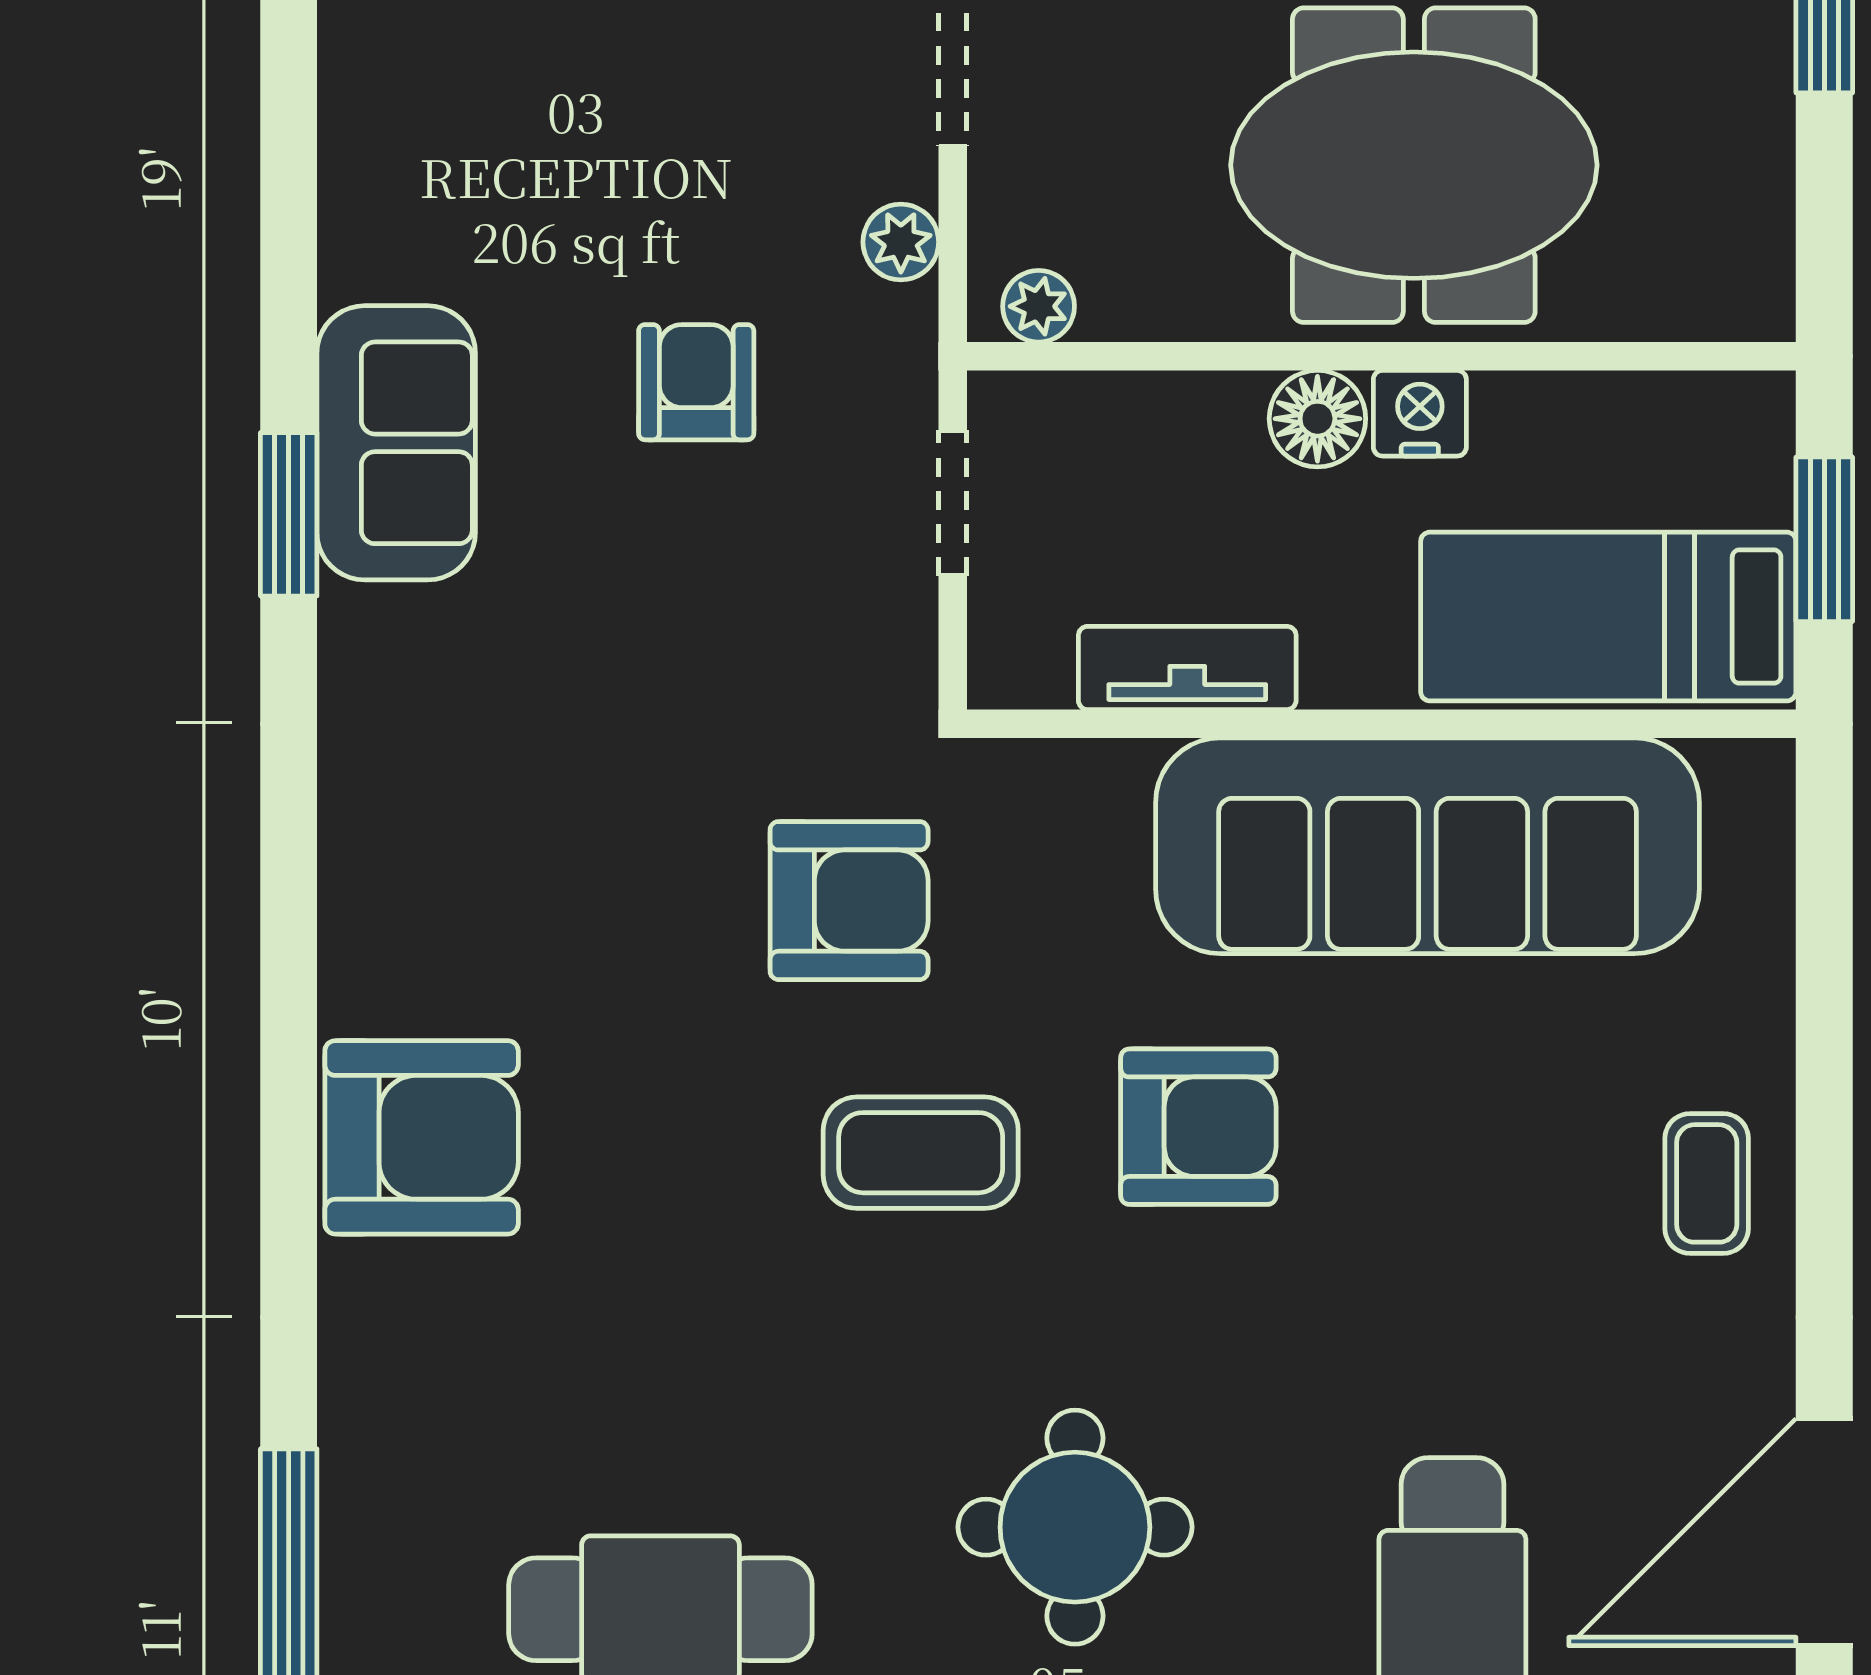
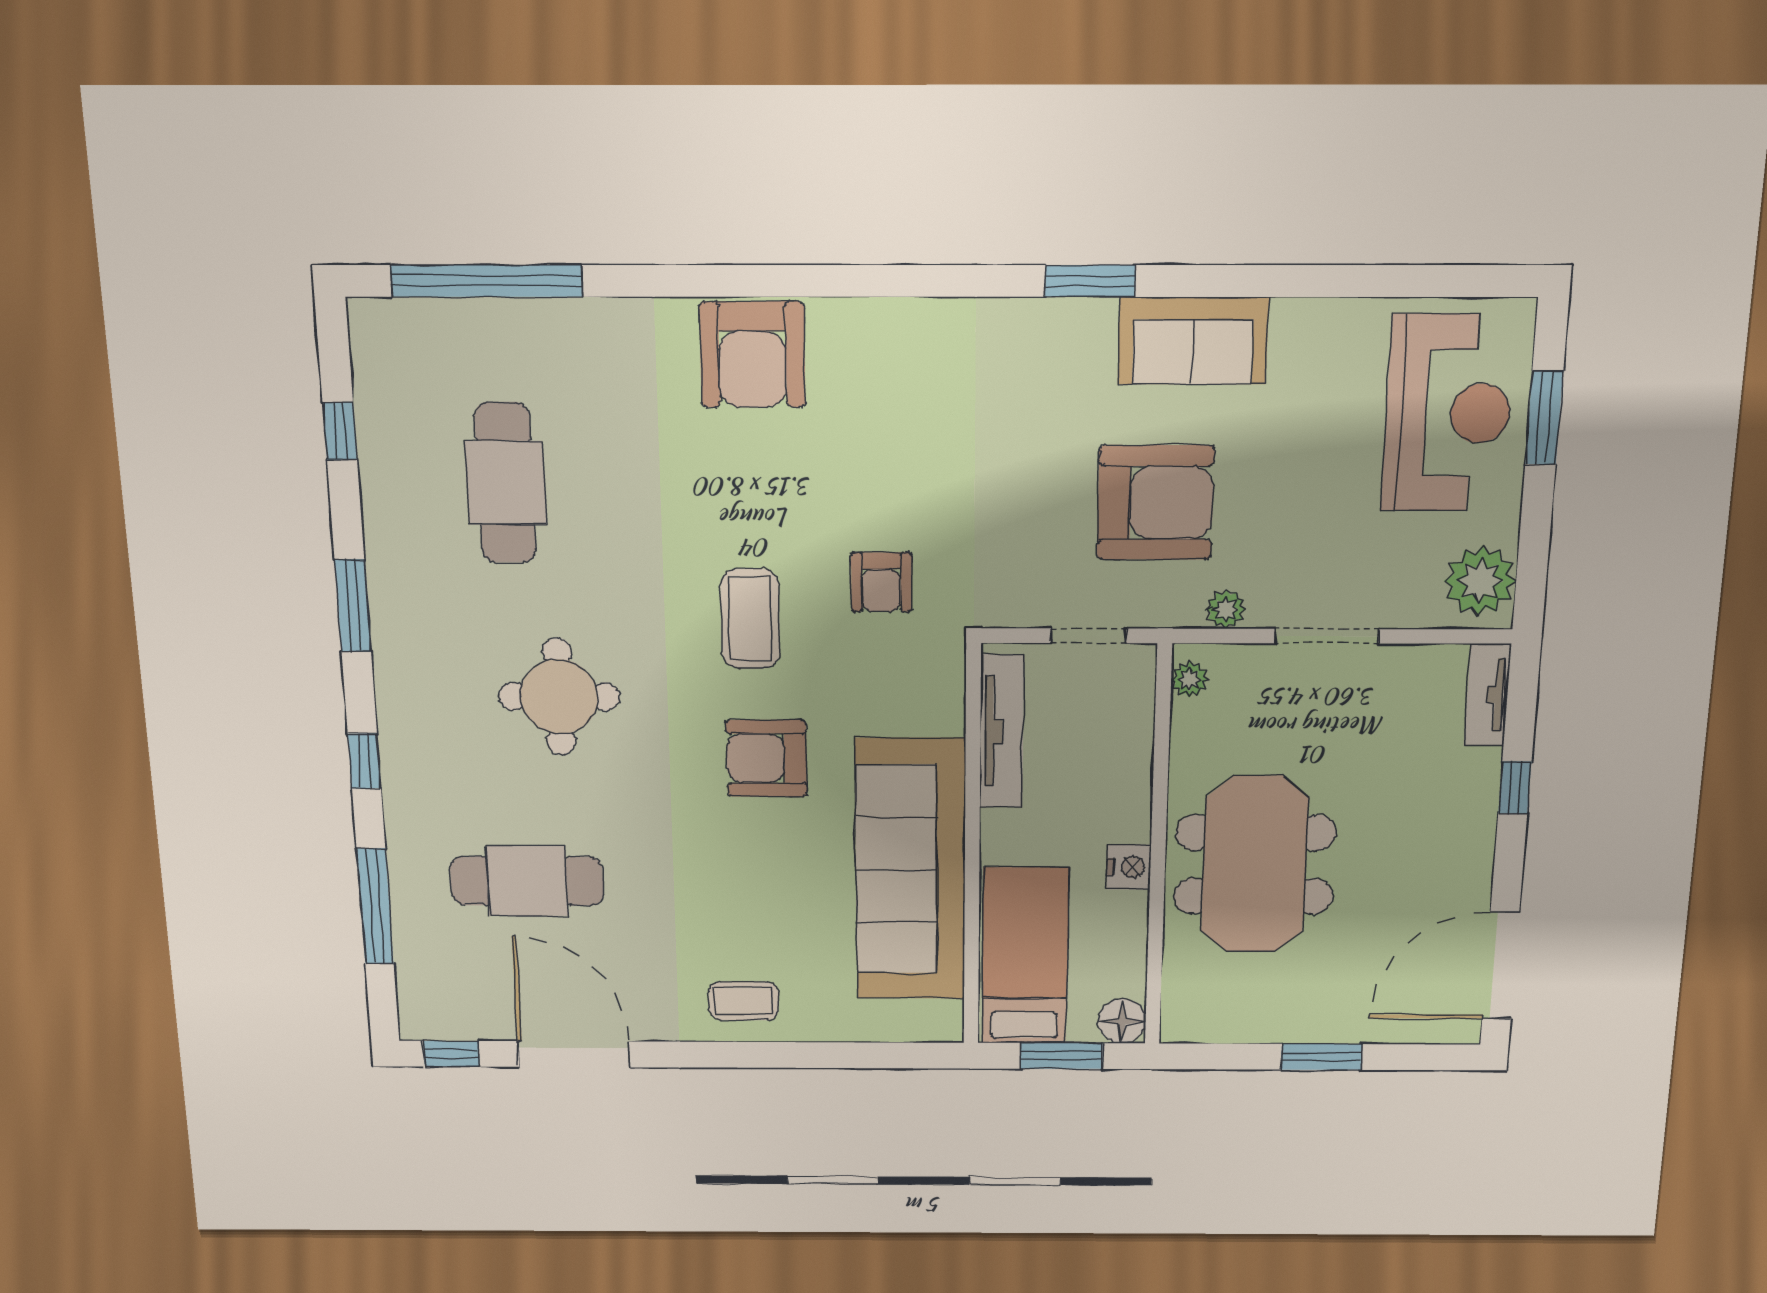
armchair: (696, 382) -> (1156, 503), width x1.88, depth x1.88
floor lamp: (1317, 419) -> (1122, 1021), moved
sofa: (396, 443) -> (1193, 341), moved
tv unit: (1187, 668) -> (1002, 731), width x1.41
armchair: (849, 901) -> (881, 582), width x0.72, depth x0.72
armchair: (1198, 1127) -> (767, 758), turned 90

